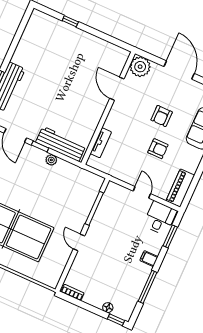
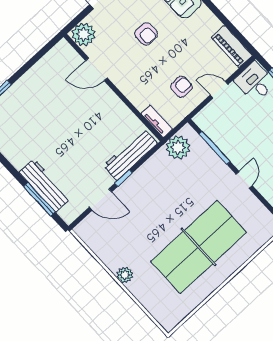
tv unit: (101, 143) -> (157, 121), moved
armchair: (158, 149) -> (181, 87), moved
plant: (51, 160) -> (178, 147), moved, width x1.87, depth x1.87
door: (79, 242) -> (244, 180), swing flipped

